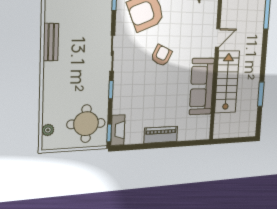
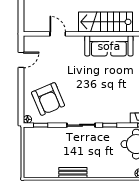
door: (218, 38) -> (58, 34), moved
armchair: (161, 56) -> (83, 84), removed

